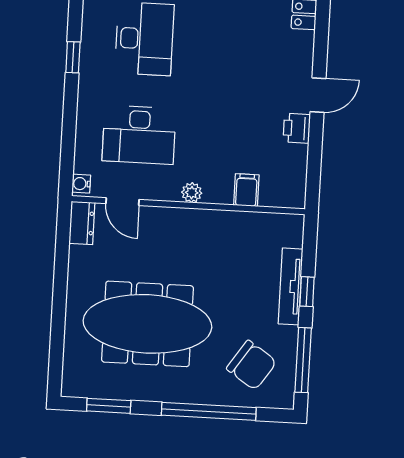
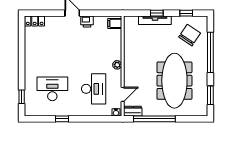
filing cabinet: (246, 190) -> (115, 23), moved
window: (61, 272) -> (154, 119), added
window: (303, 360) -> (186, 13), width x0.46

